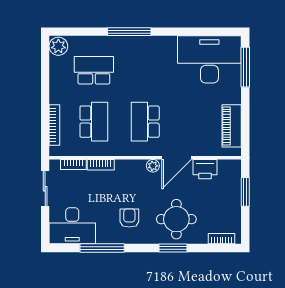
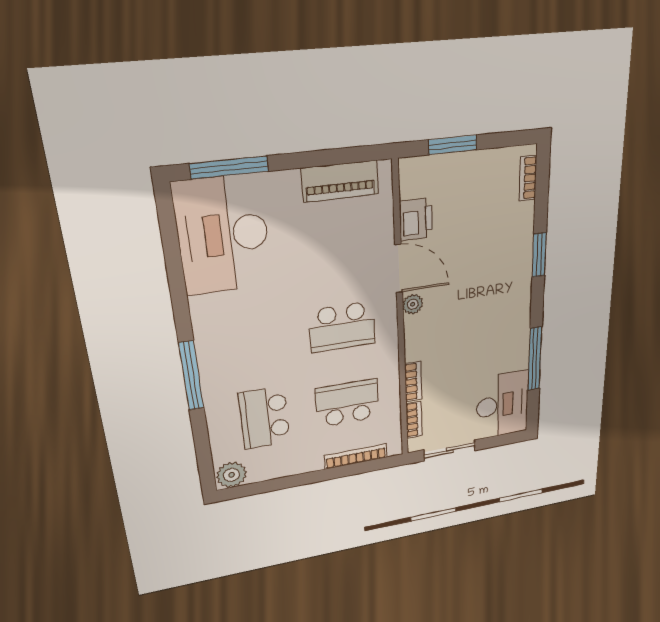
armchair: (129, 218) -> (493, 327), removed
round table: (176, 219) -> (496, 256), removed

